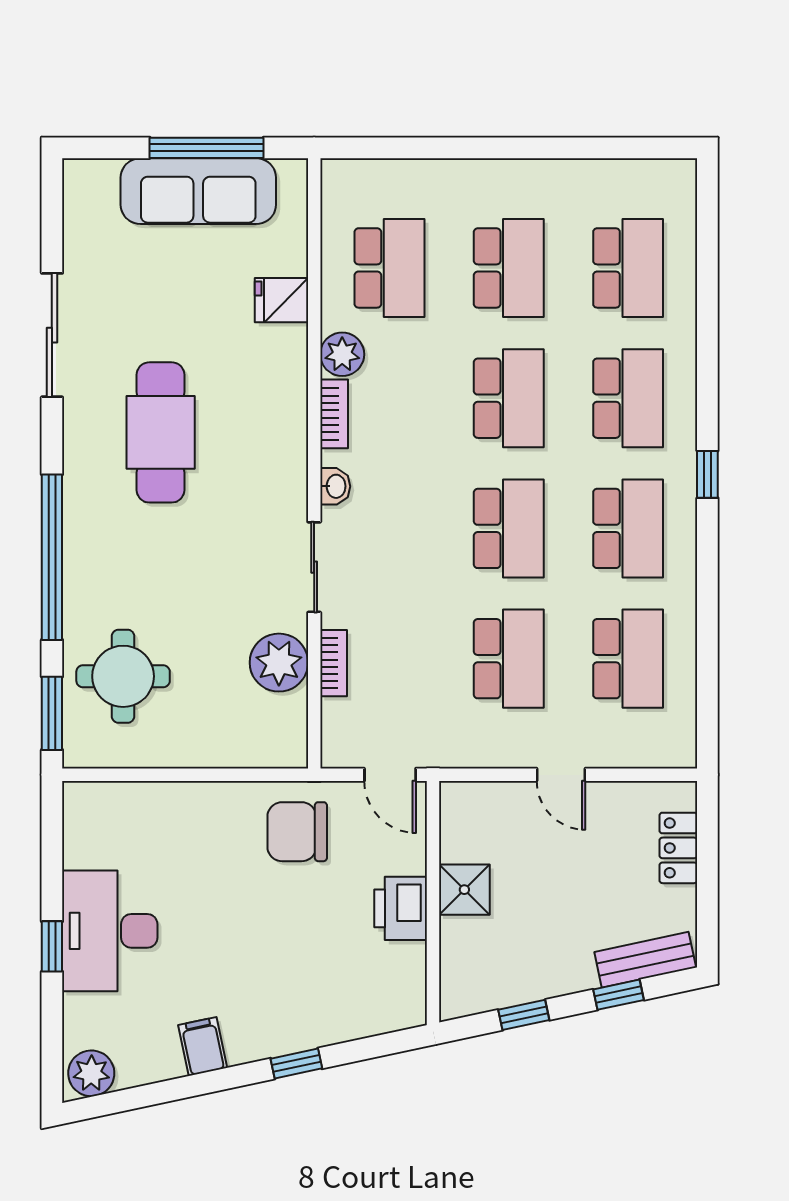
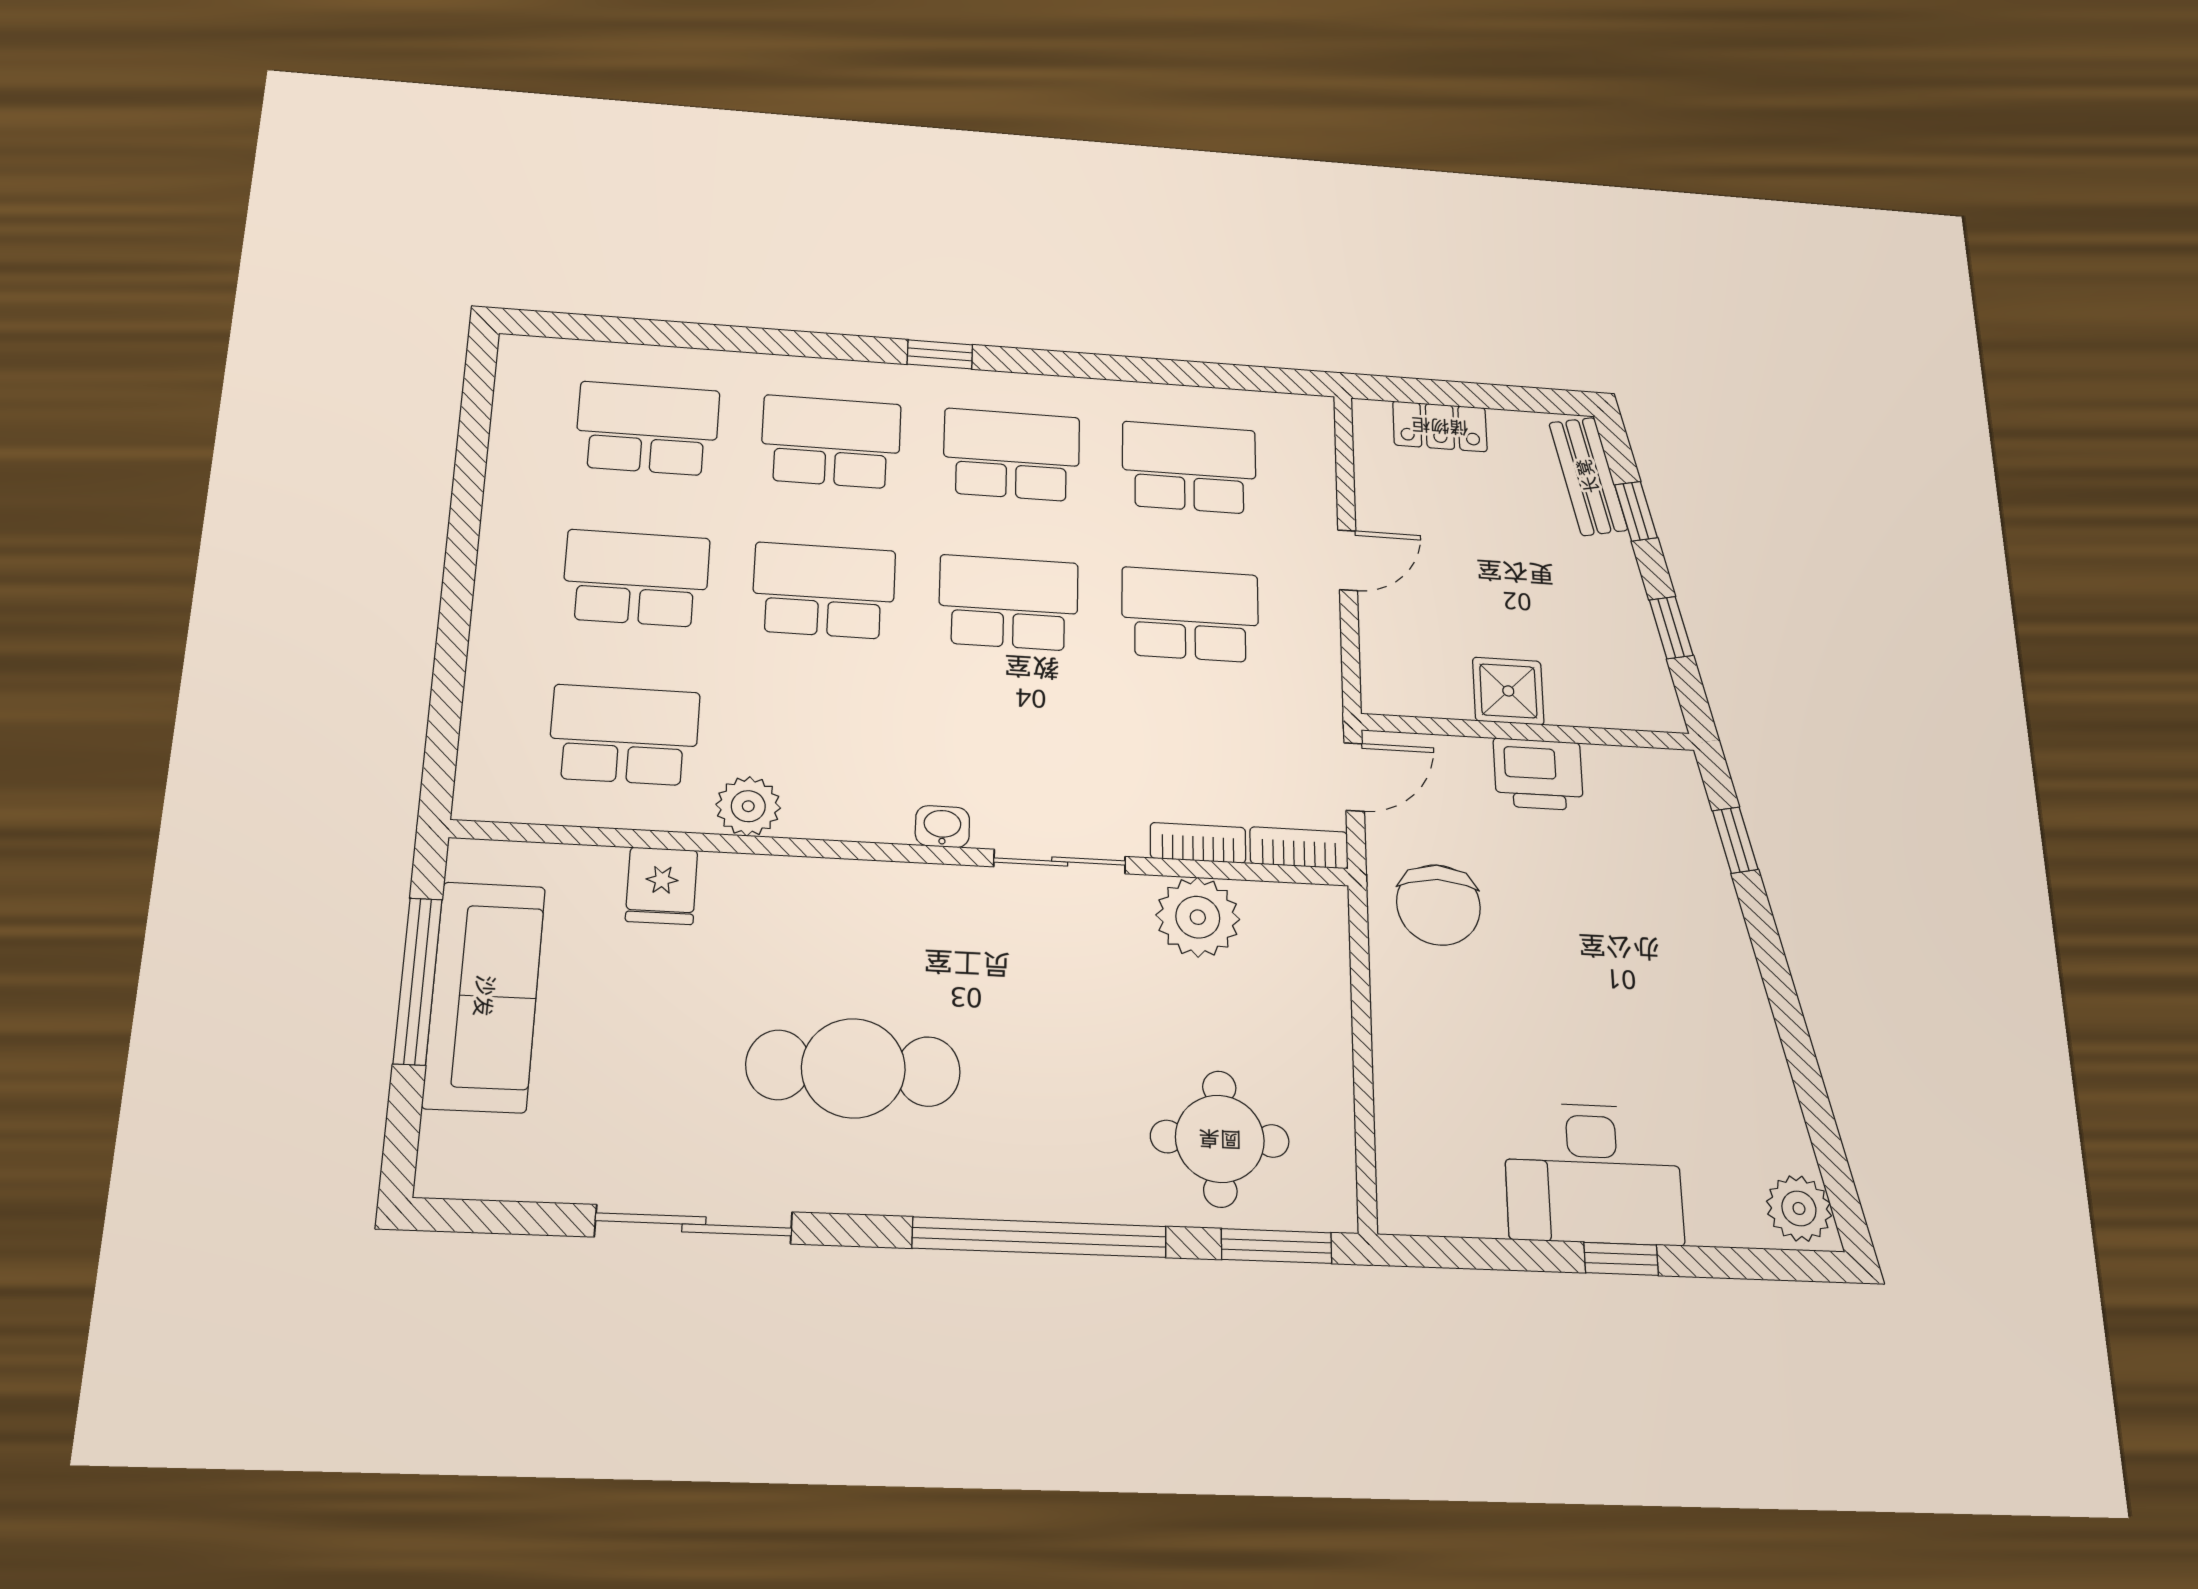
bookcase: (334, 414) -> (1299, 848), moved
filing cabinet: (203, 1046) -> (1748, 1049), removed
window: (296, 1064) -> (1735, 840), moved

